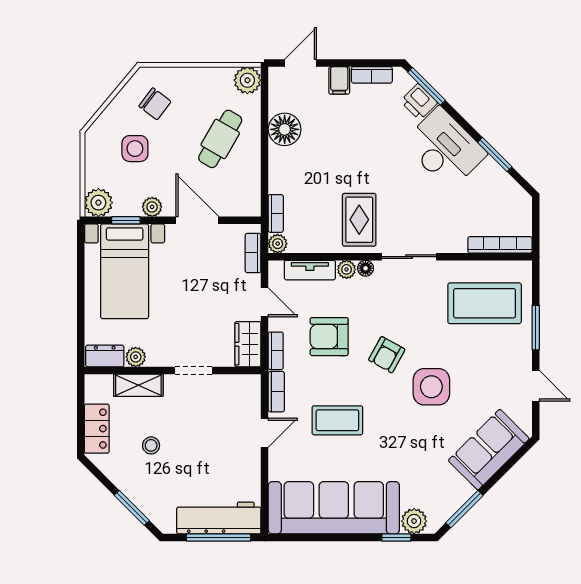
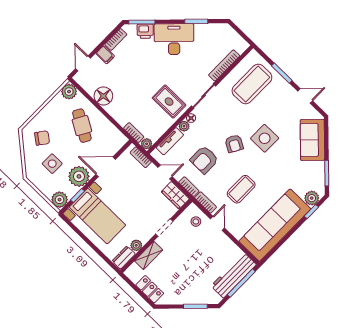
plant: (152, 207) -> (79, 176), width x1.87, depth x1.87
bookcase: (500, 245) -> (224, 65), moved
stool: (151, 445) -> (196, 222), moved

